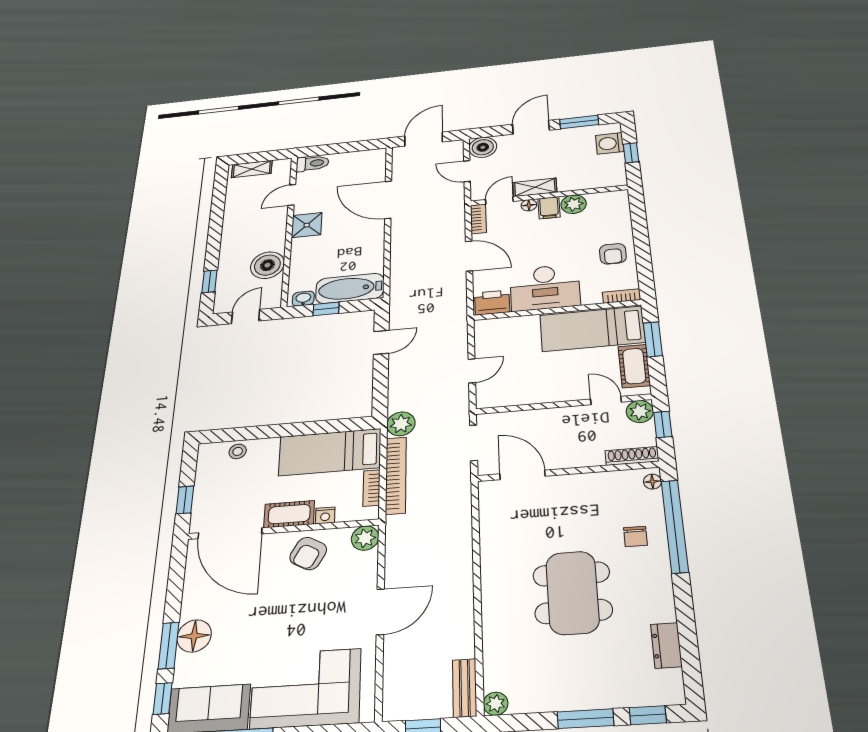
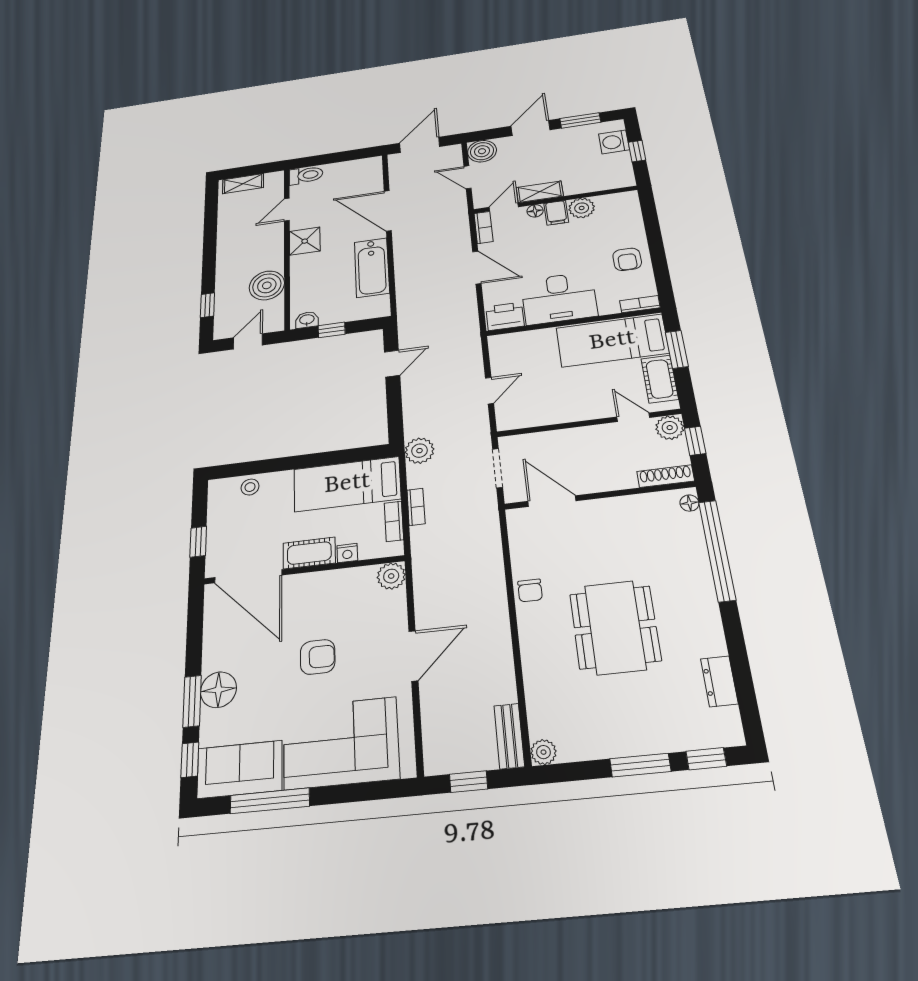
bathtub: (350, 288) -> (372, 268), moved, turned -90
bookcase: (396, 475) -> (416, 507), width x0.43, depth x0.76
chair: (635, 536) -> (530, 591), moved
armchair: (308, 554) -> (318, 657), moved, turned -119

